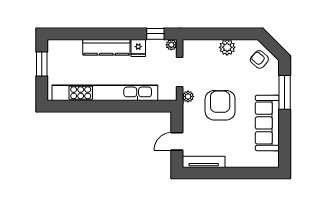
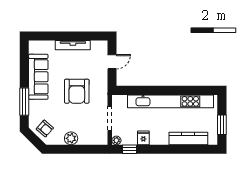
kitchen counter: (106, 47) -> (188, 138), moved
plant: (188, 96) -> (103, 98), removed
tv unit: (204, 162) -> (73, 45), moved

